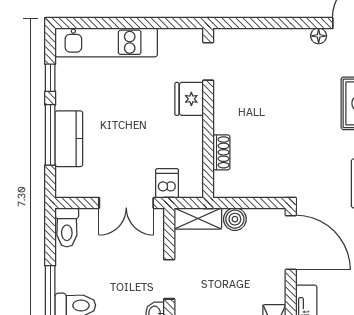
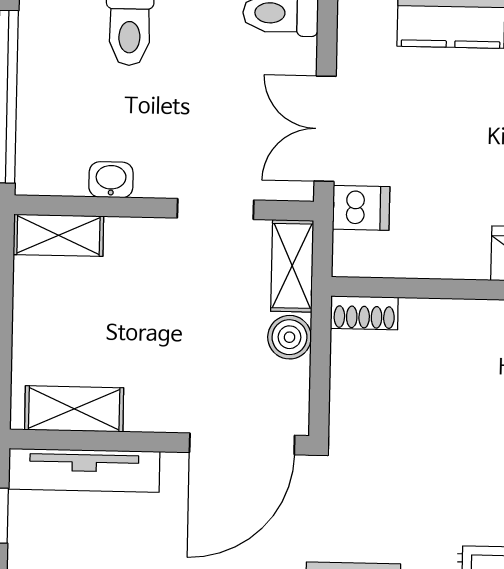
shoe rack: (221, 152) -> (364, 313), moved
doorway: (169, 279) -> (216, 209), moved

